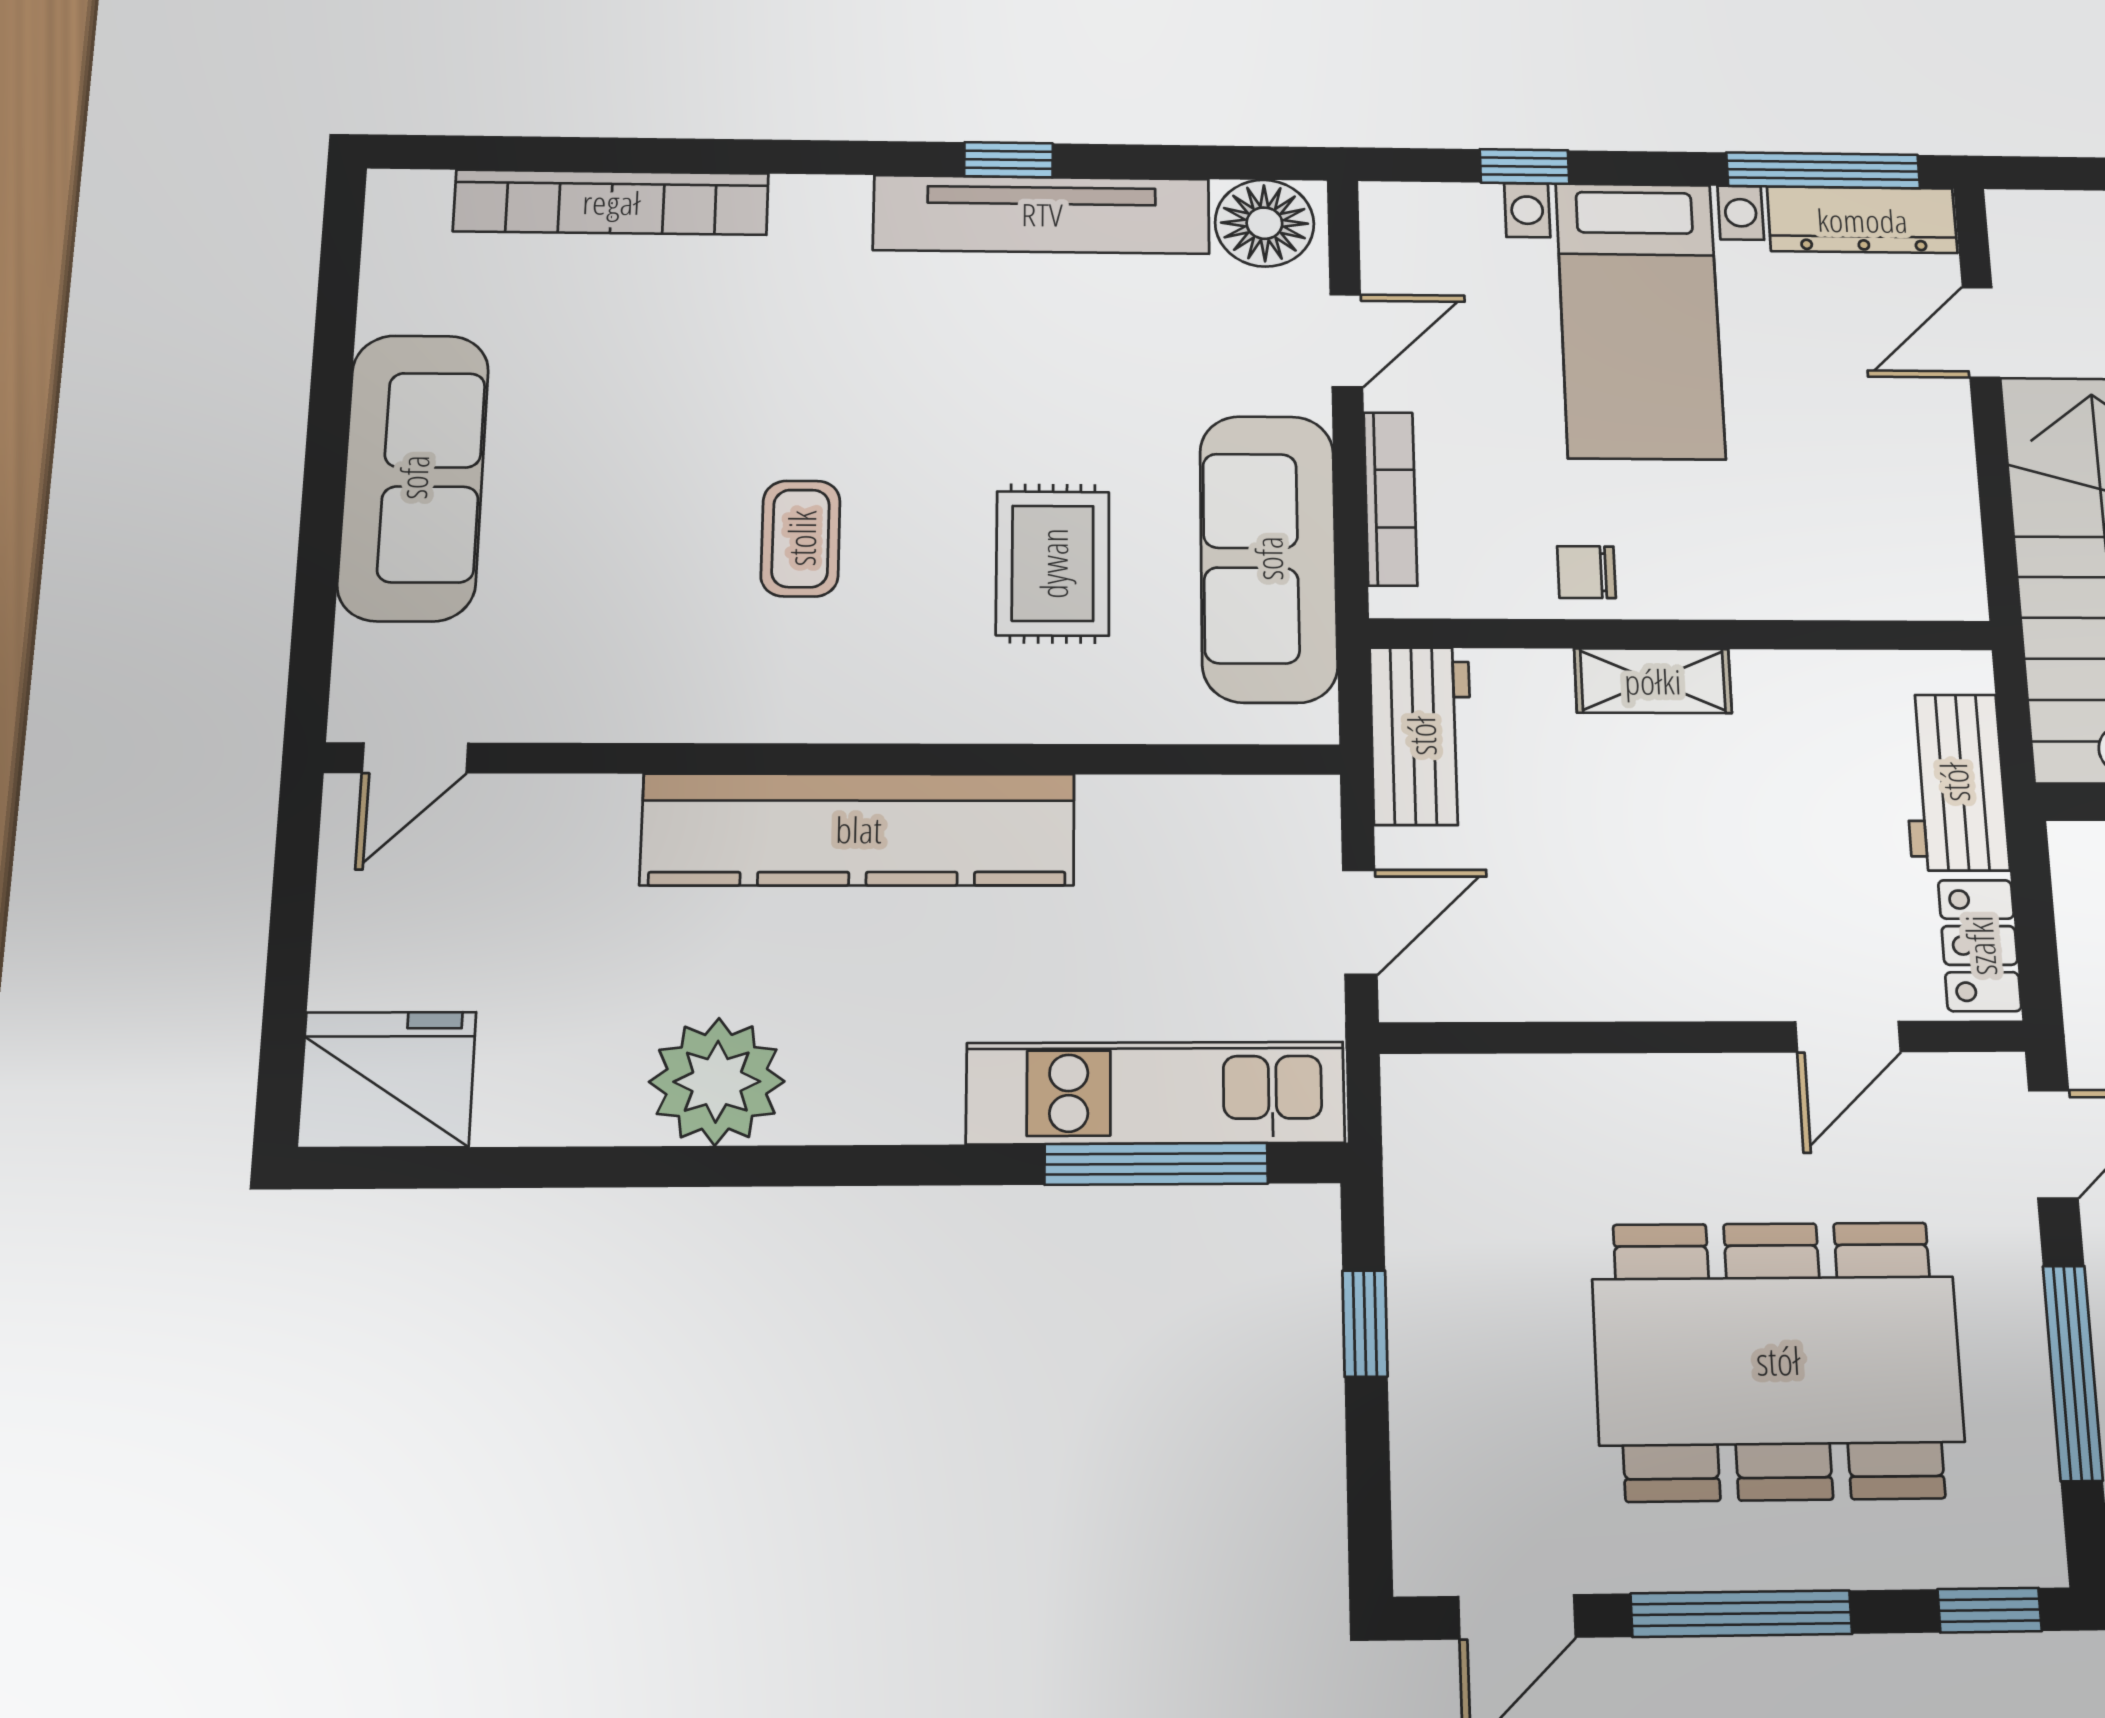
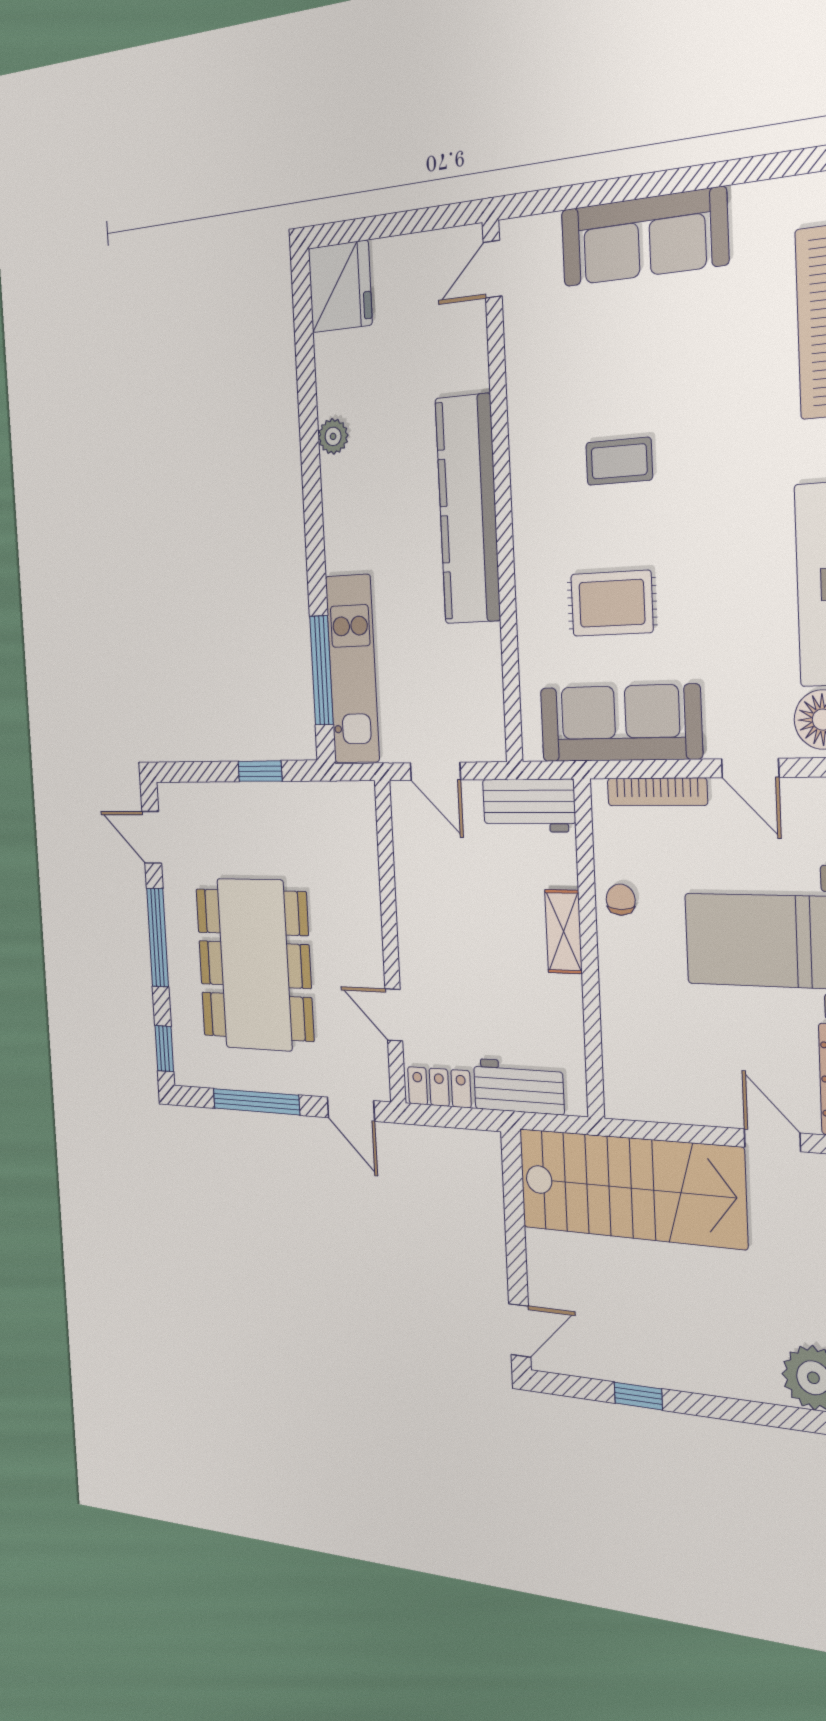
door: (415, 758) -> (493, 269), hinge flipped
plant: (717, 1082) -> (333, 436), width x0.53, depth x0.53

